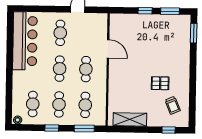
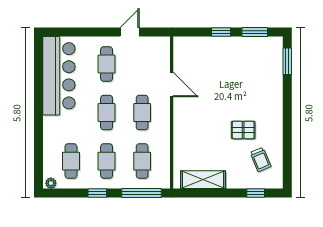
window: (84, 128) -> (141, 193), width x1.44

